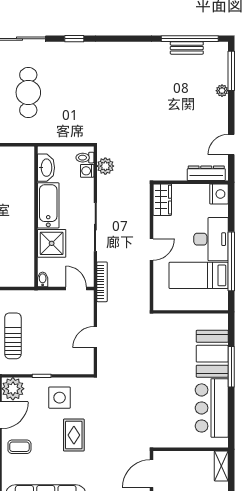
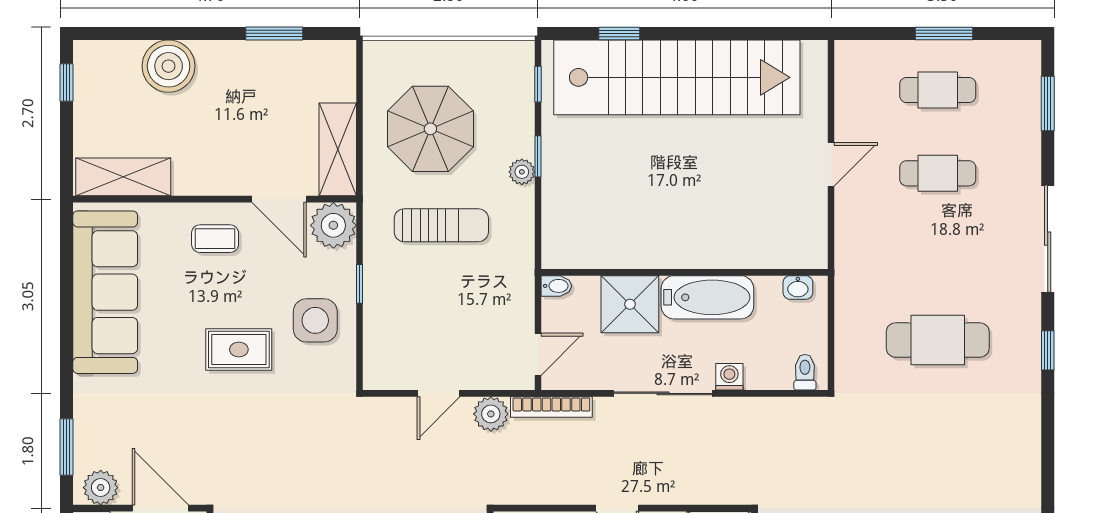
cafe table: (28, 92) -> (938, 340), moved
plant: (105, 166) -> (491, 414), moved
washbasin: (46, 168) -> (798, 287), width x0.52, depth x0.69
washing machine: (87, 171) -> (729, 377), moved
door: (95, 337) -> (439, 393), swing flipped
coffee table: (19, 447) -> (215, 239), turned 90

